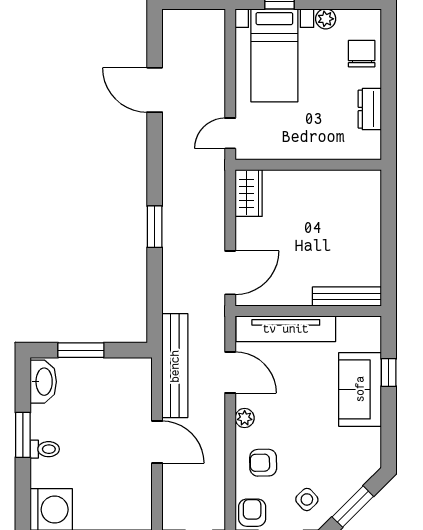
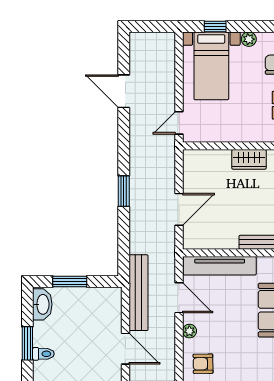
wardrobe: (249, 193) -> (249, 159), moved, turned 90
door: (230, 273) -> (179, 209), moved

